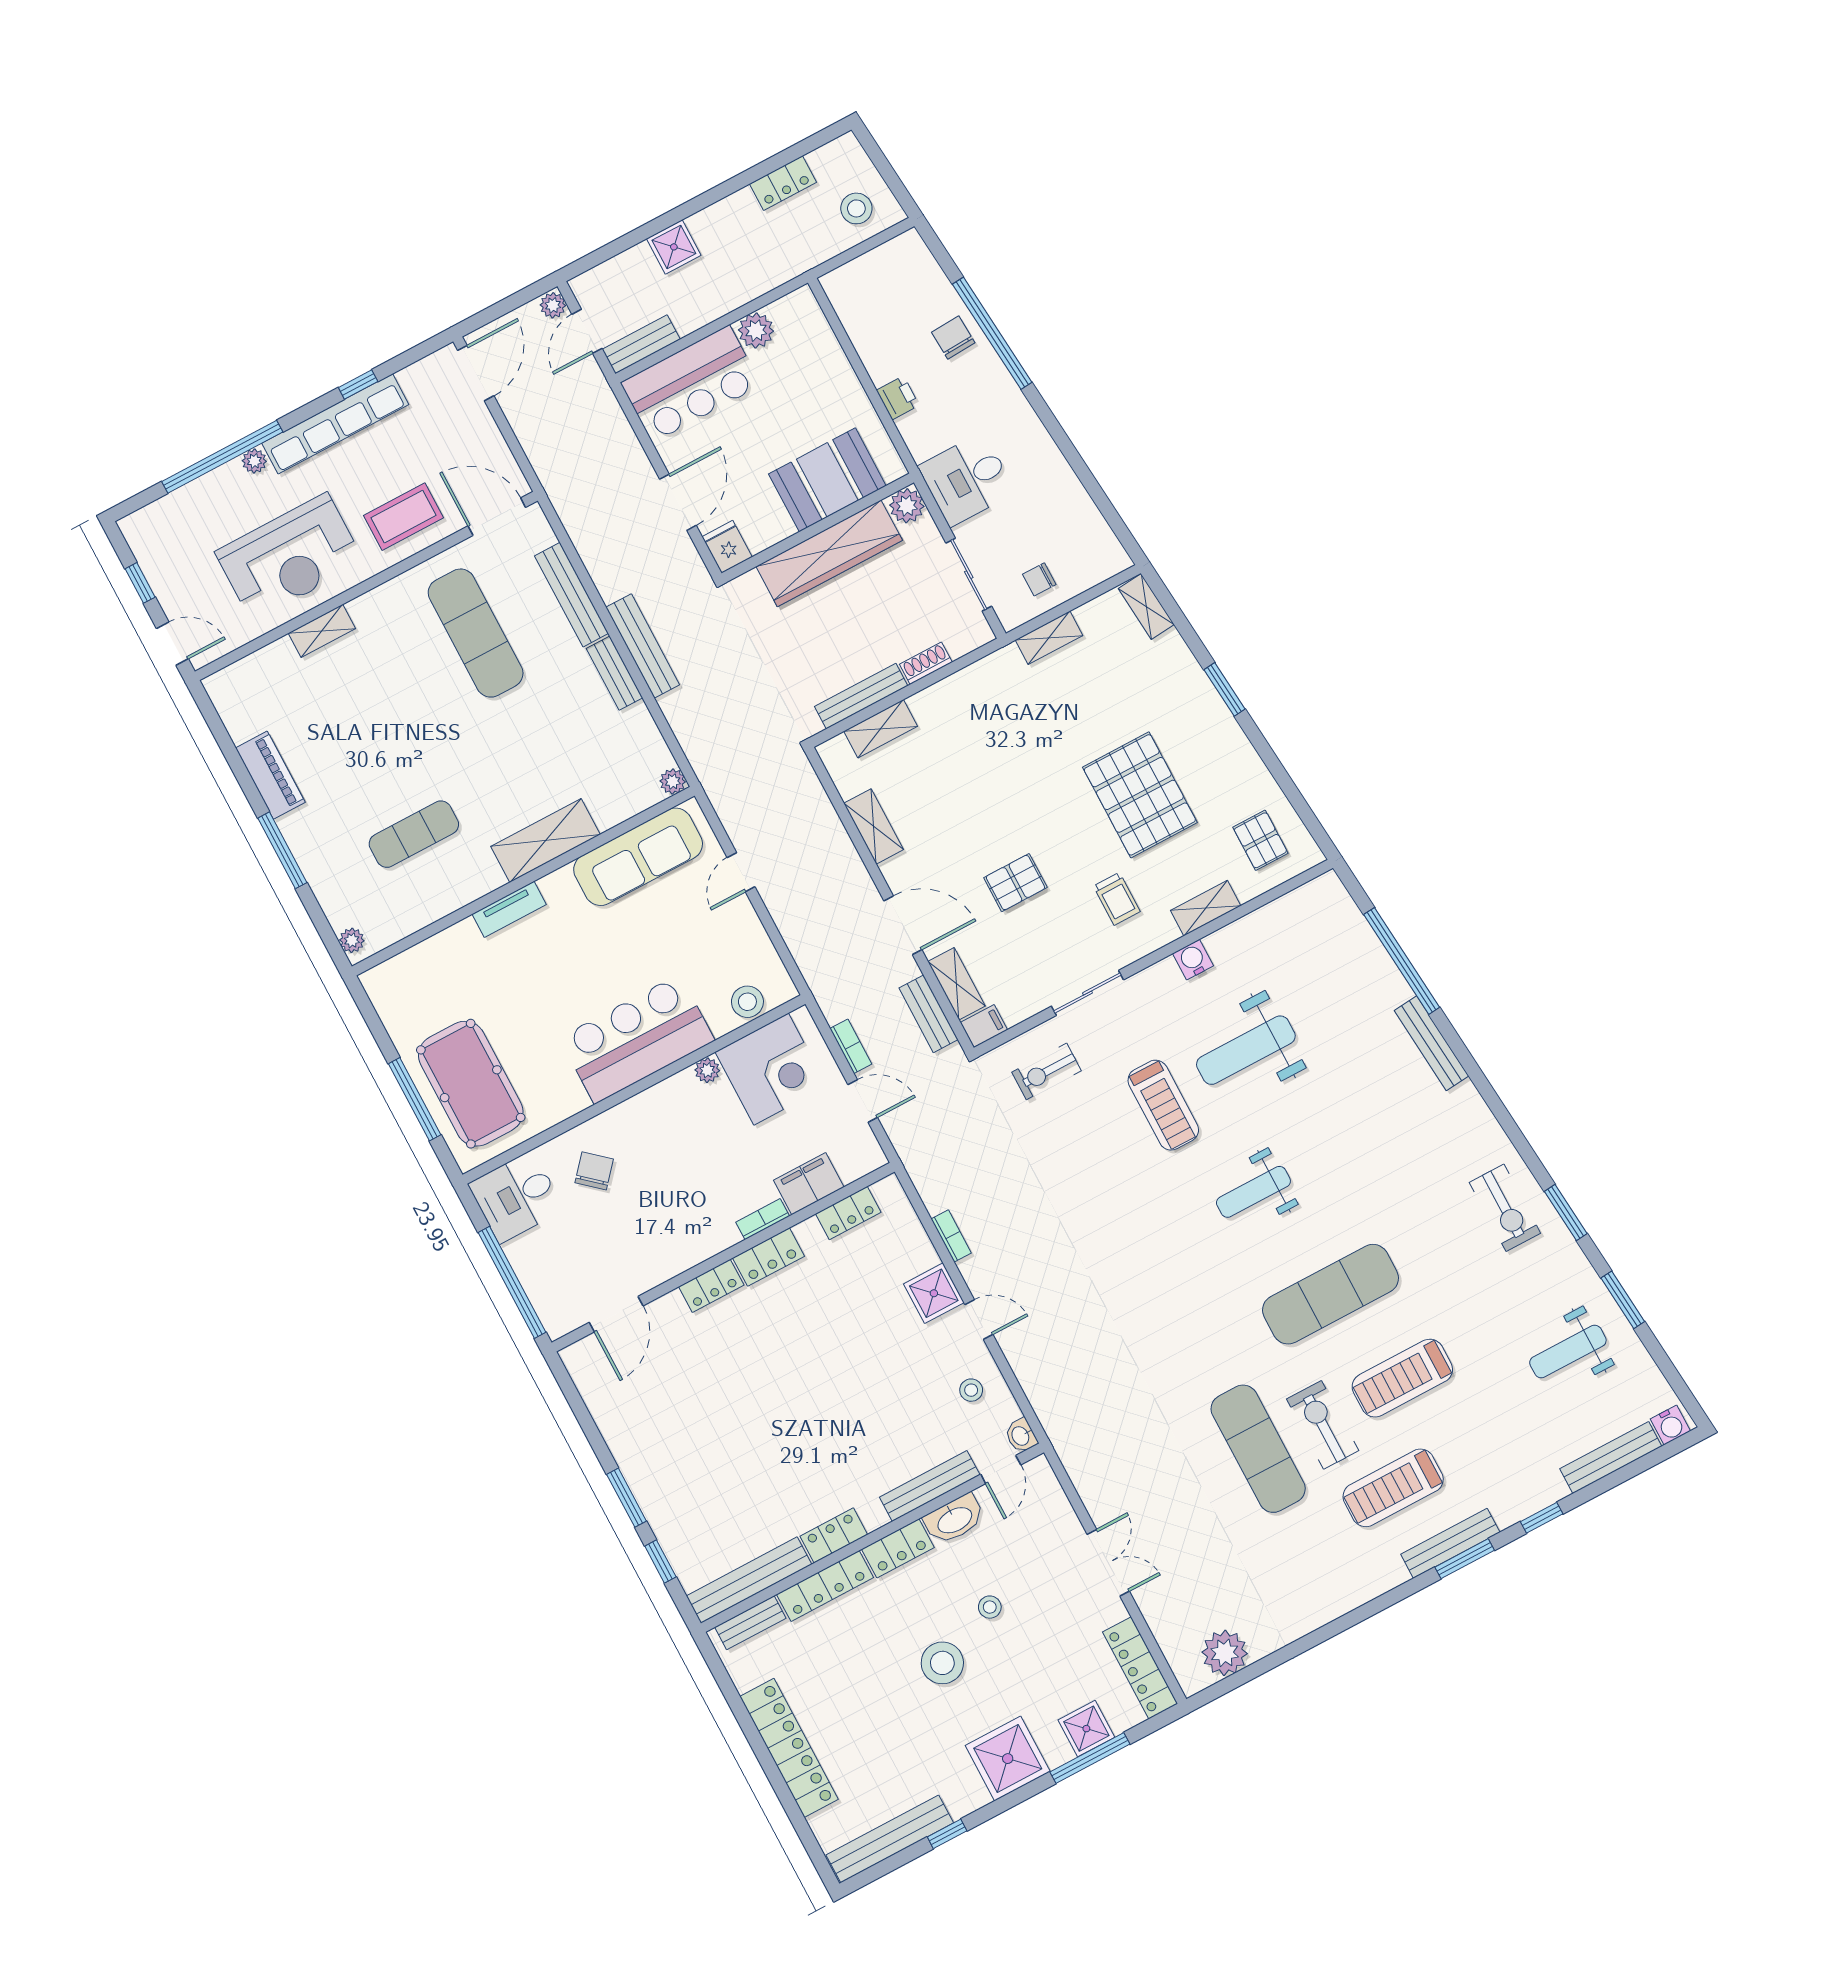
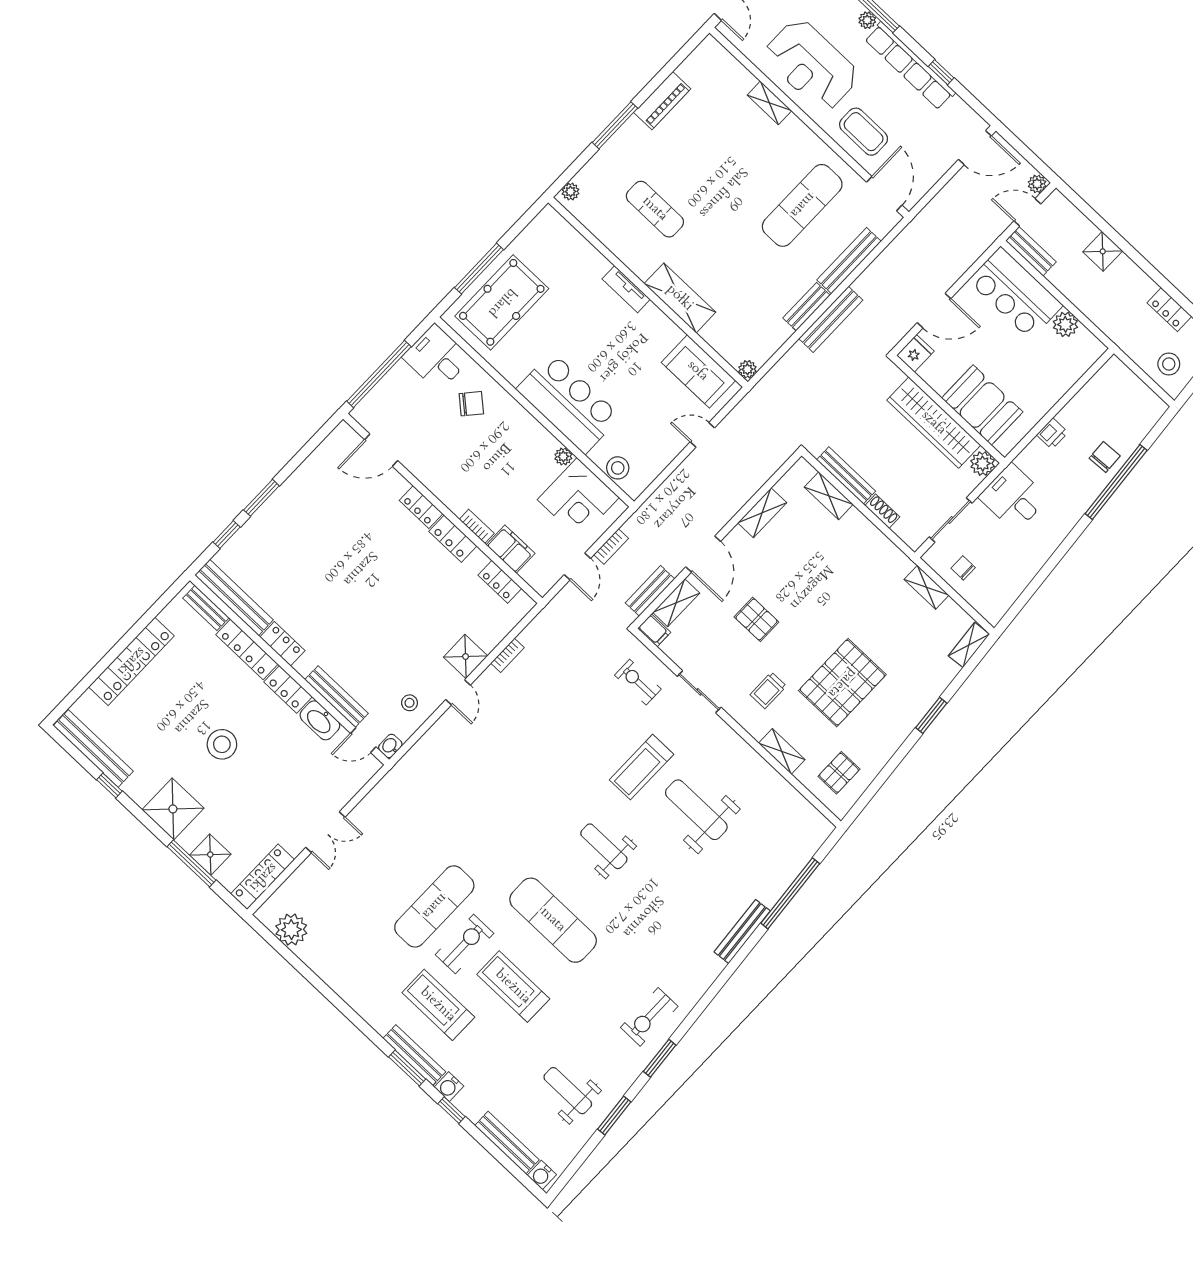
sofa: (638, 857) -> (698, 371), width x0.73
water cooler: (1193, 960) -> (449, 1087), moved, turned 180
stool: (990, 1607) -> (270, 763), removed

